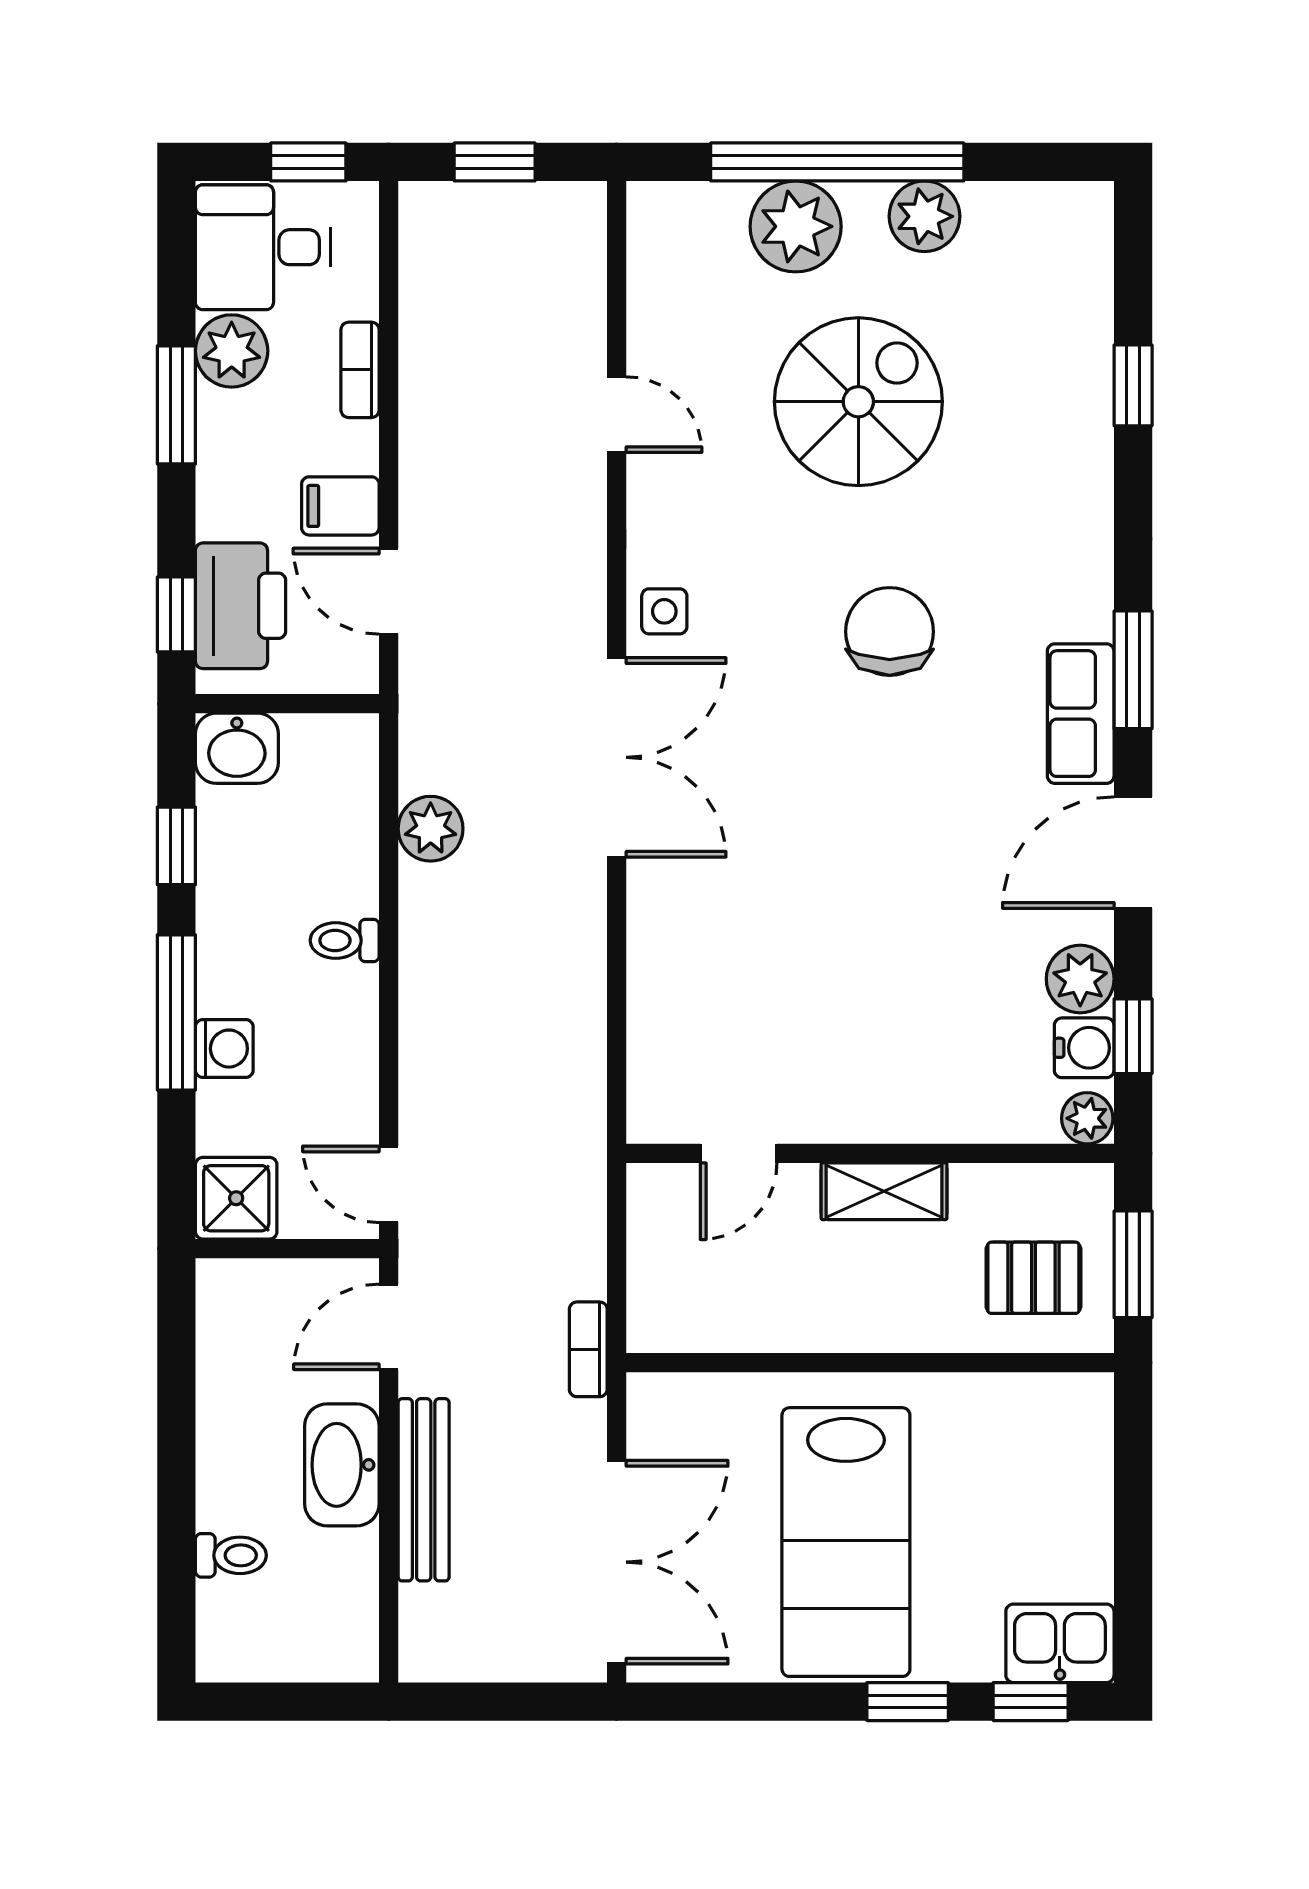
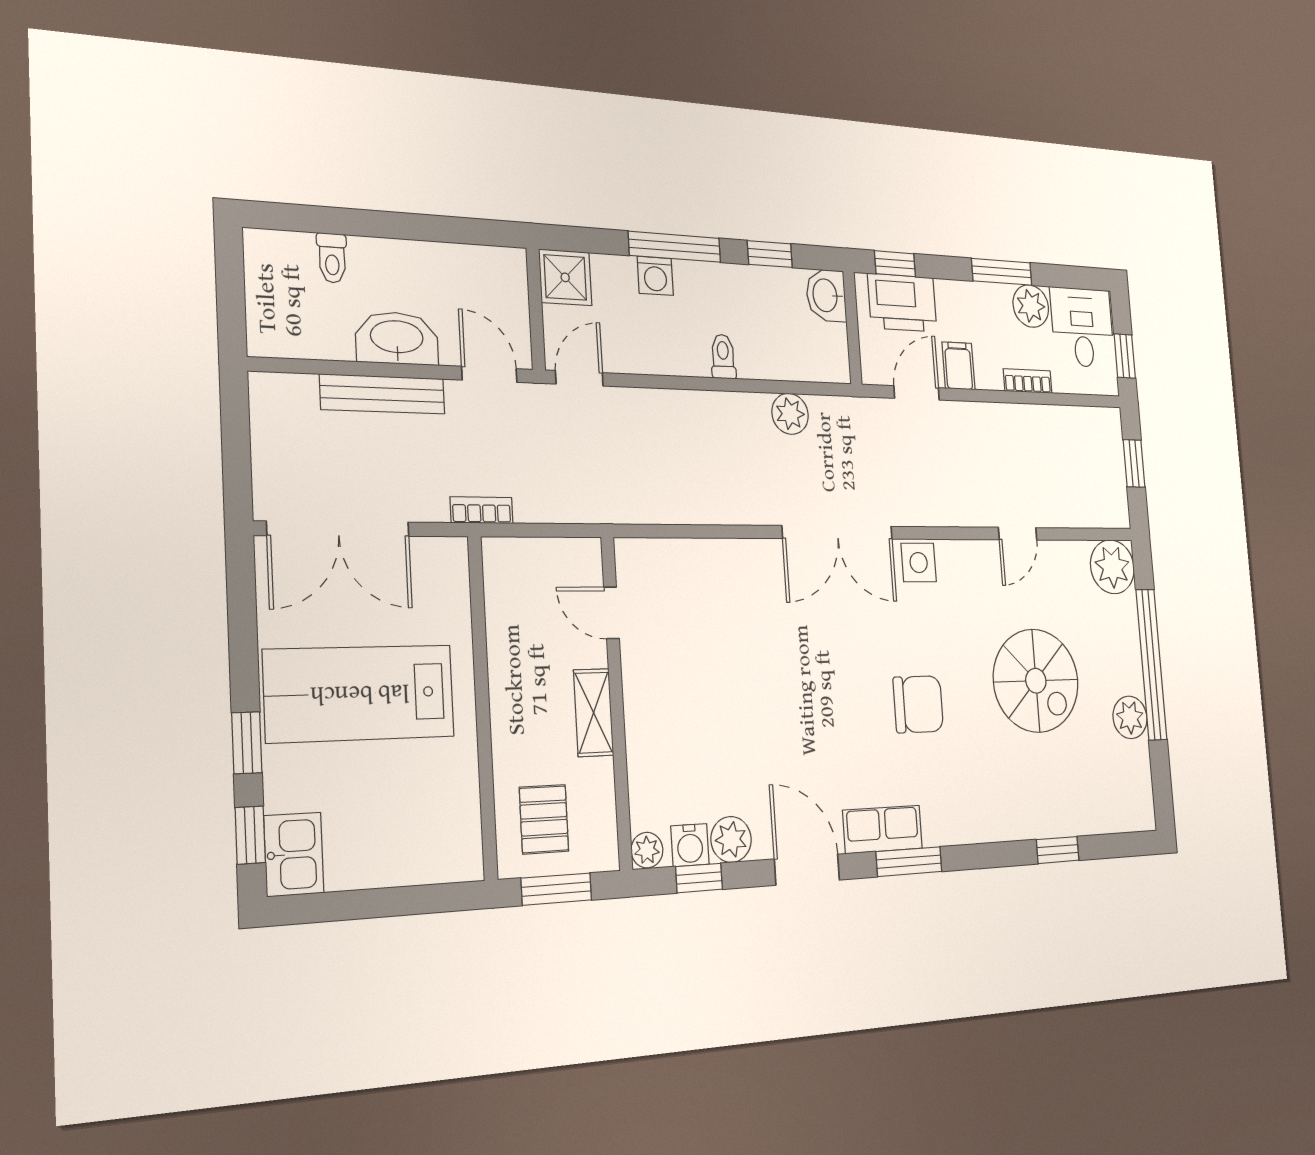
plant: (796, 226) -> (1112, 567), moved
side table: (664, 611) -> (919, 563), width x1.37, depth x1.37

